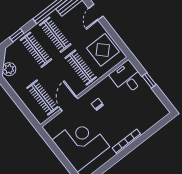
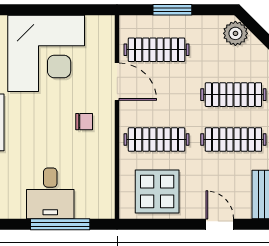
desk: (127, 78) -> (50, 193), moved, turned 90
window: (149, 80) -> (60, 224), width x2.17
window: (20, 104) -> (172, 10), added

